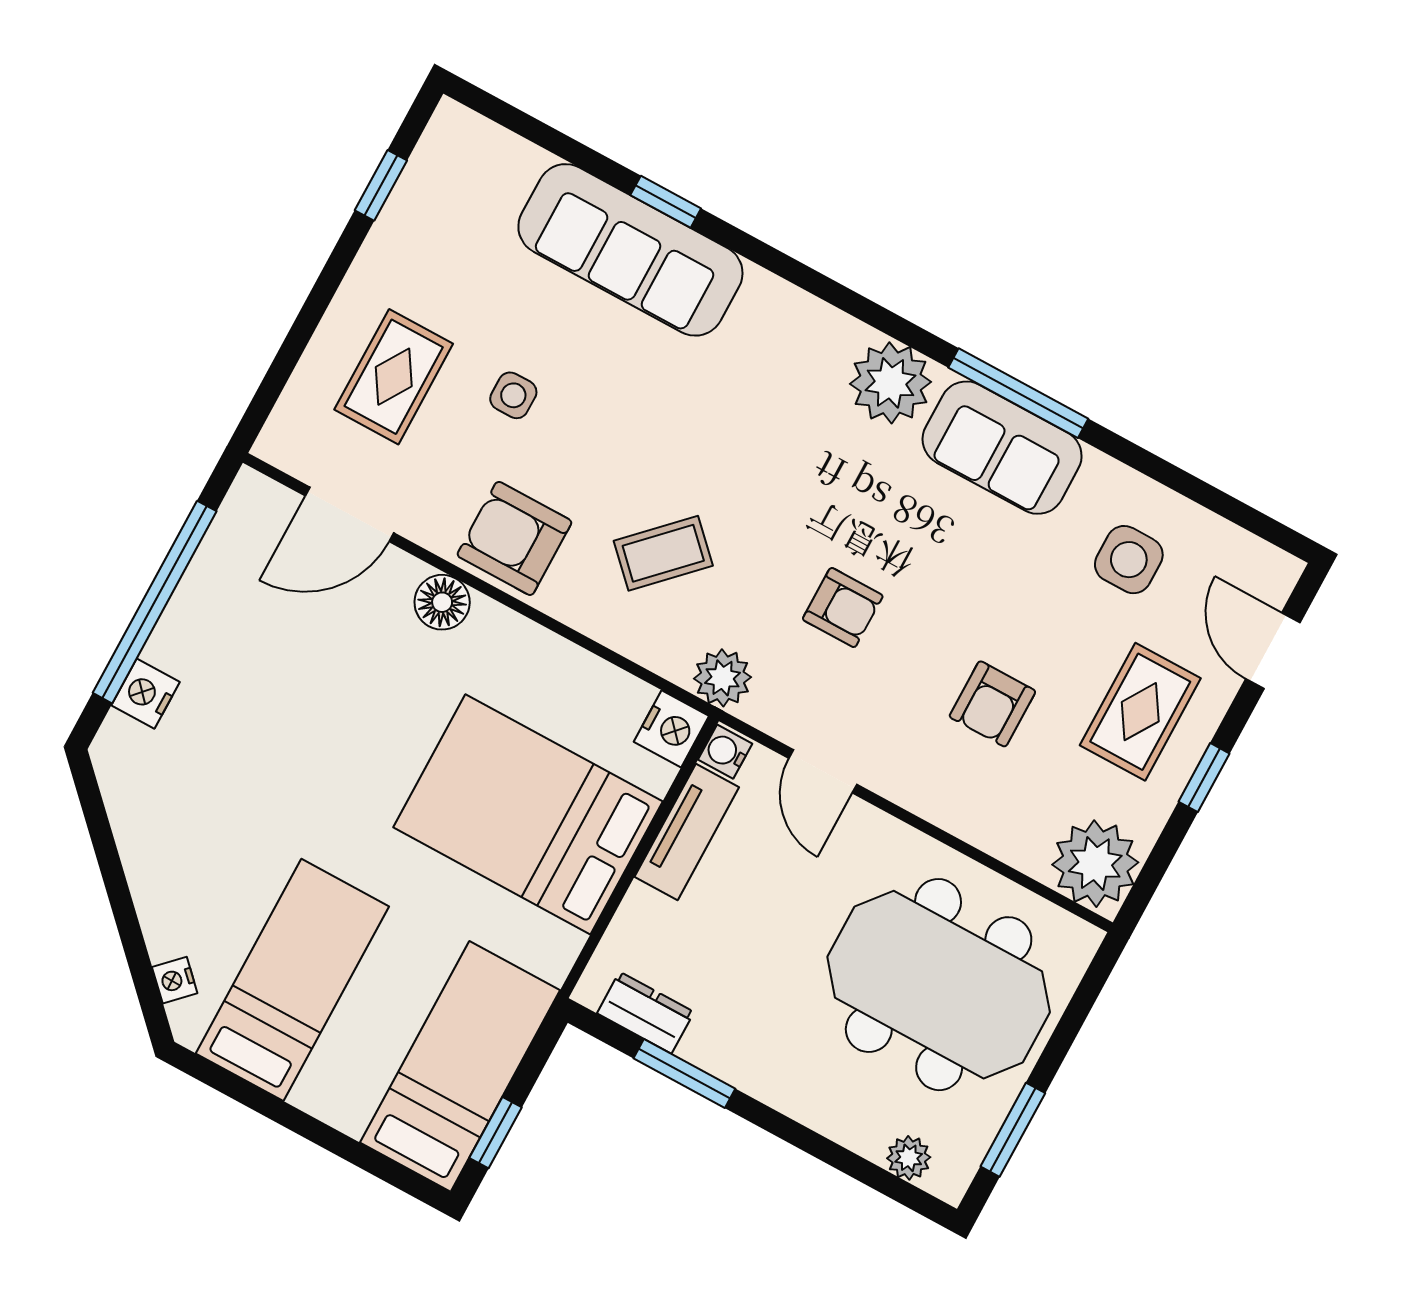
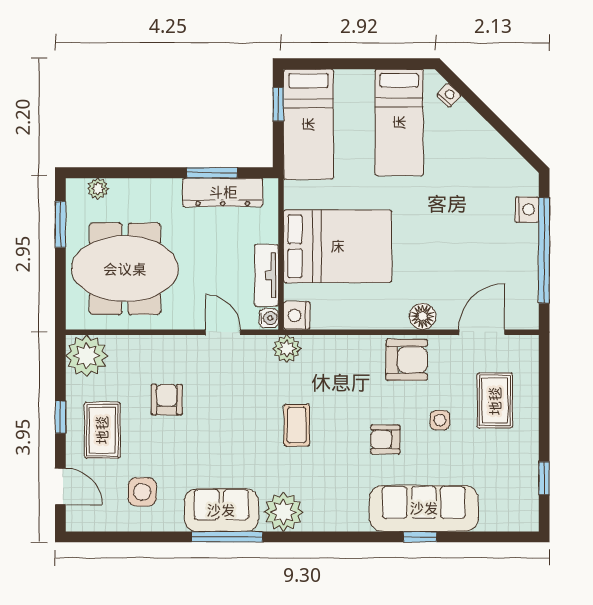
coffee table: (663, 553) -> (297, 425), moved, turned -45
armchair: (843, 608) -> (385, 439), moved
dresser: (646, 1013) -> (223, 192), width x1.96, depth x1.24

